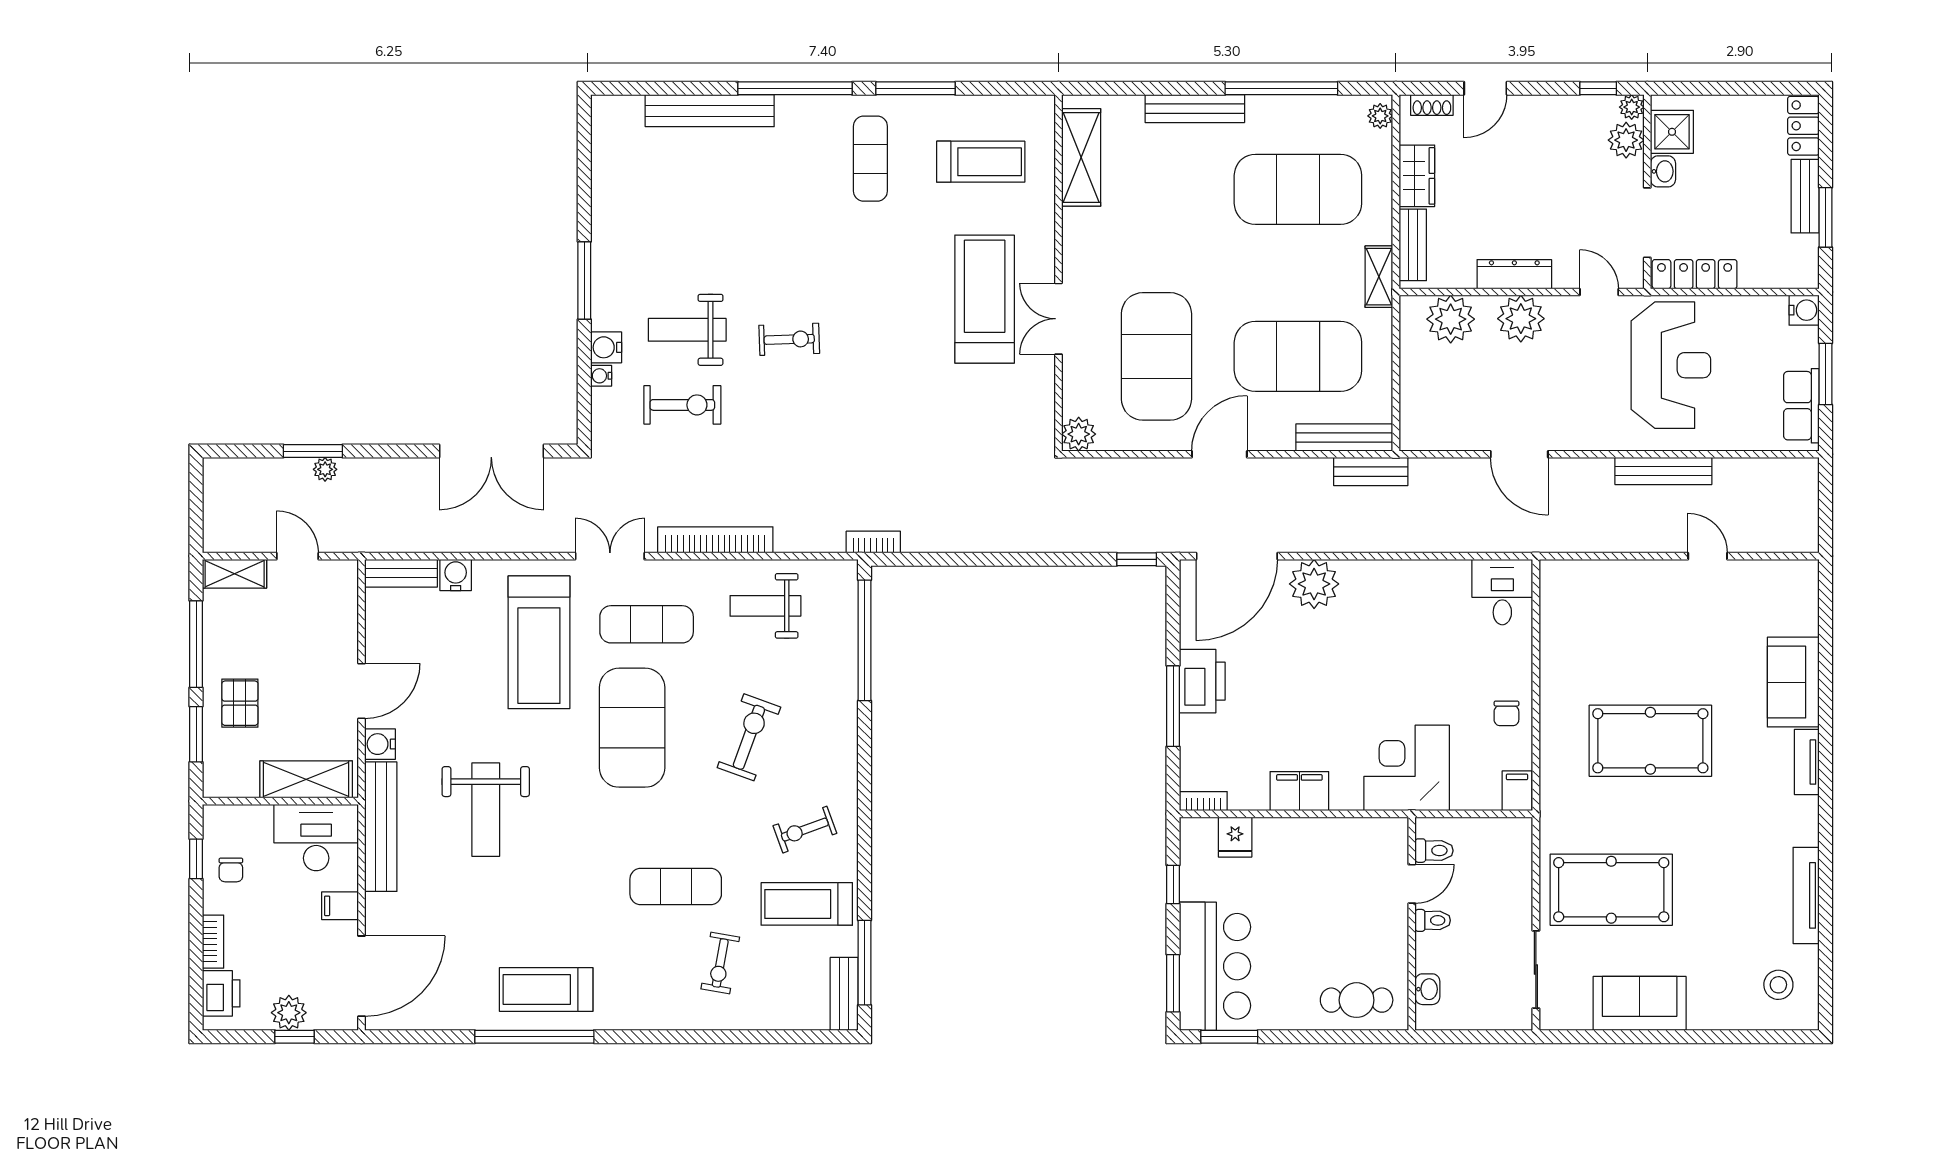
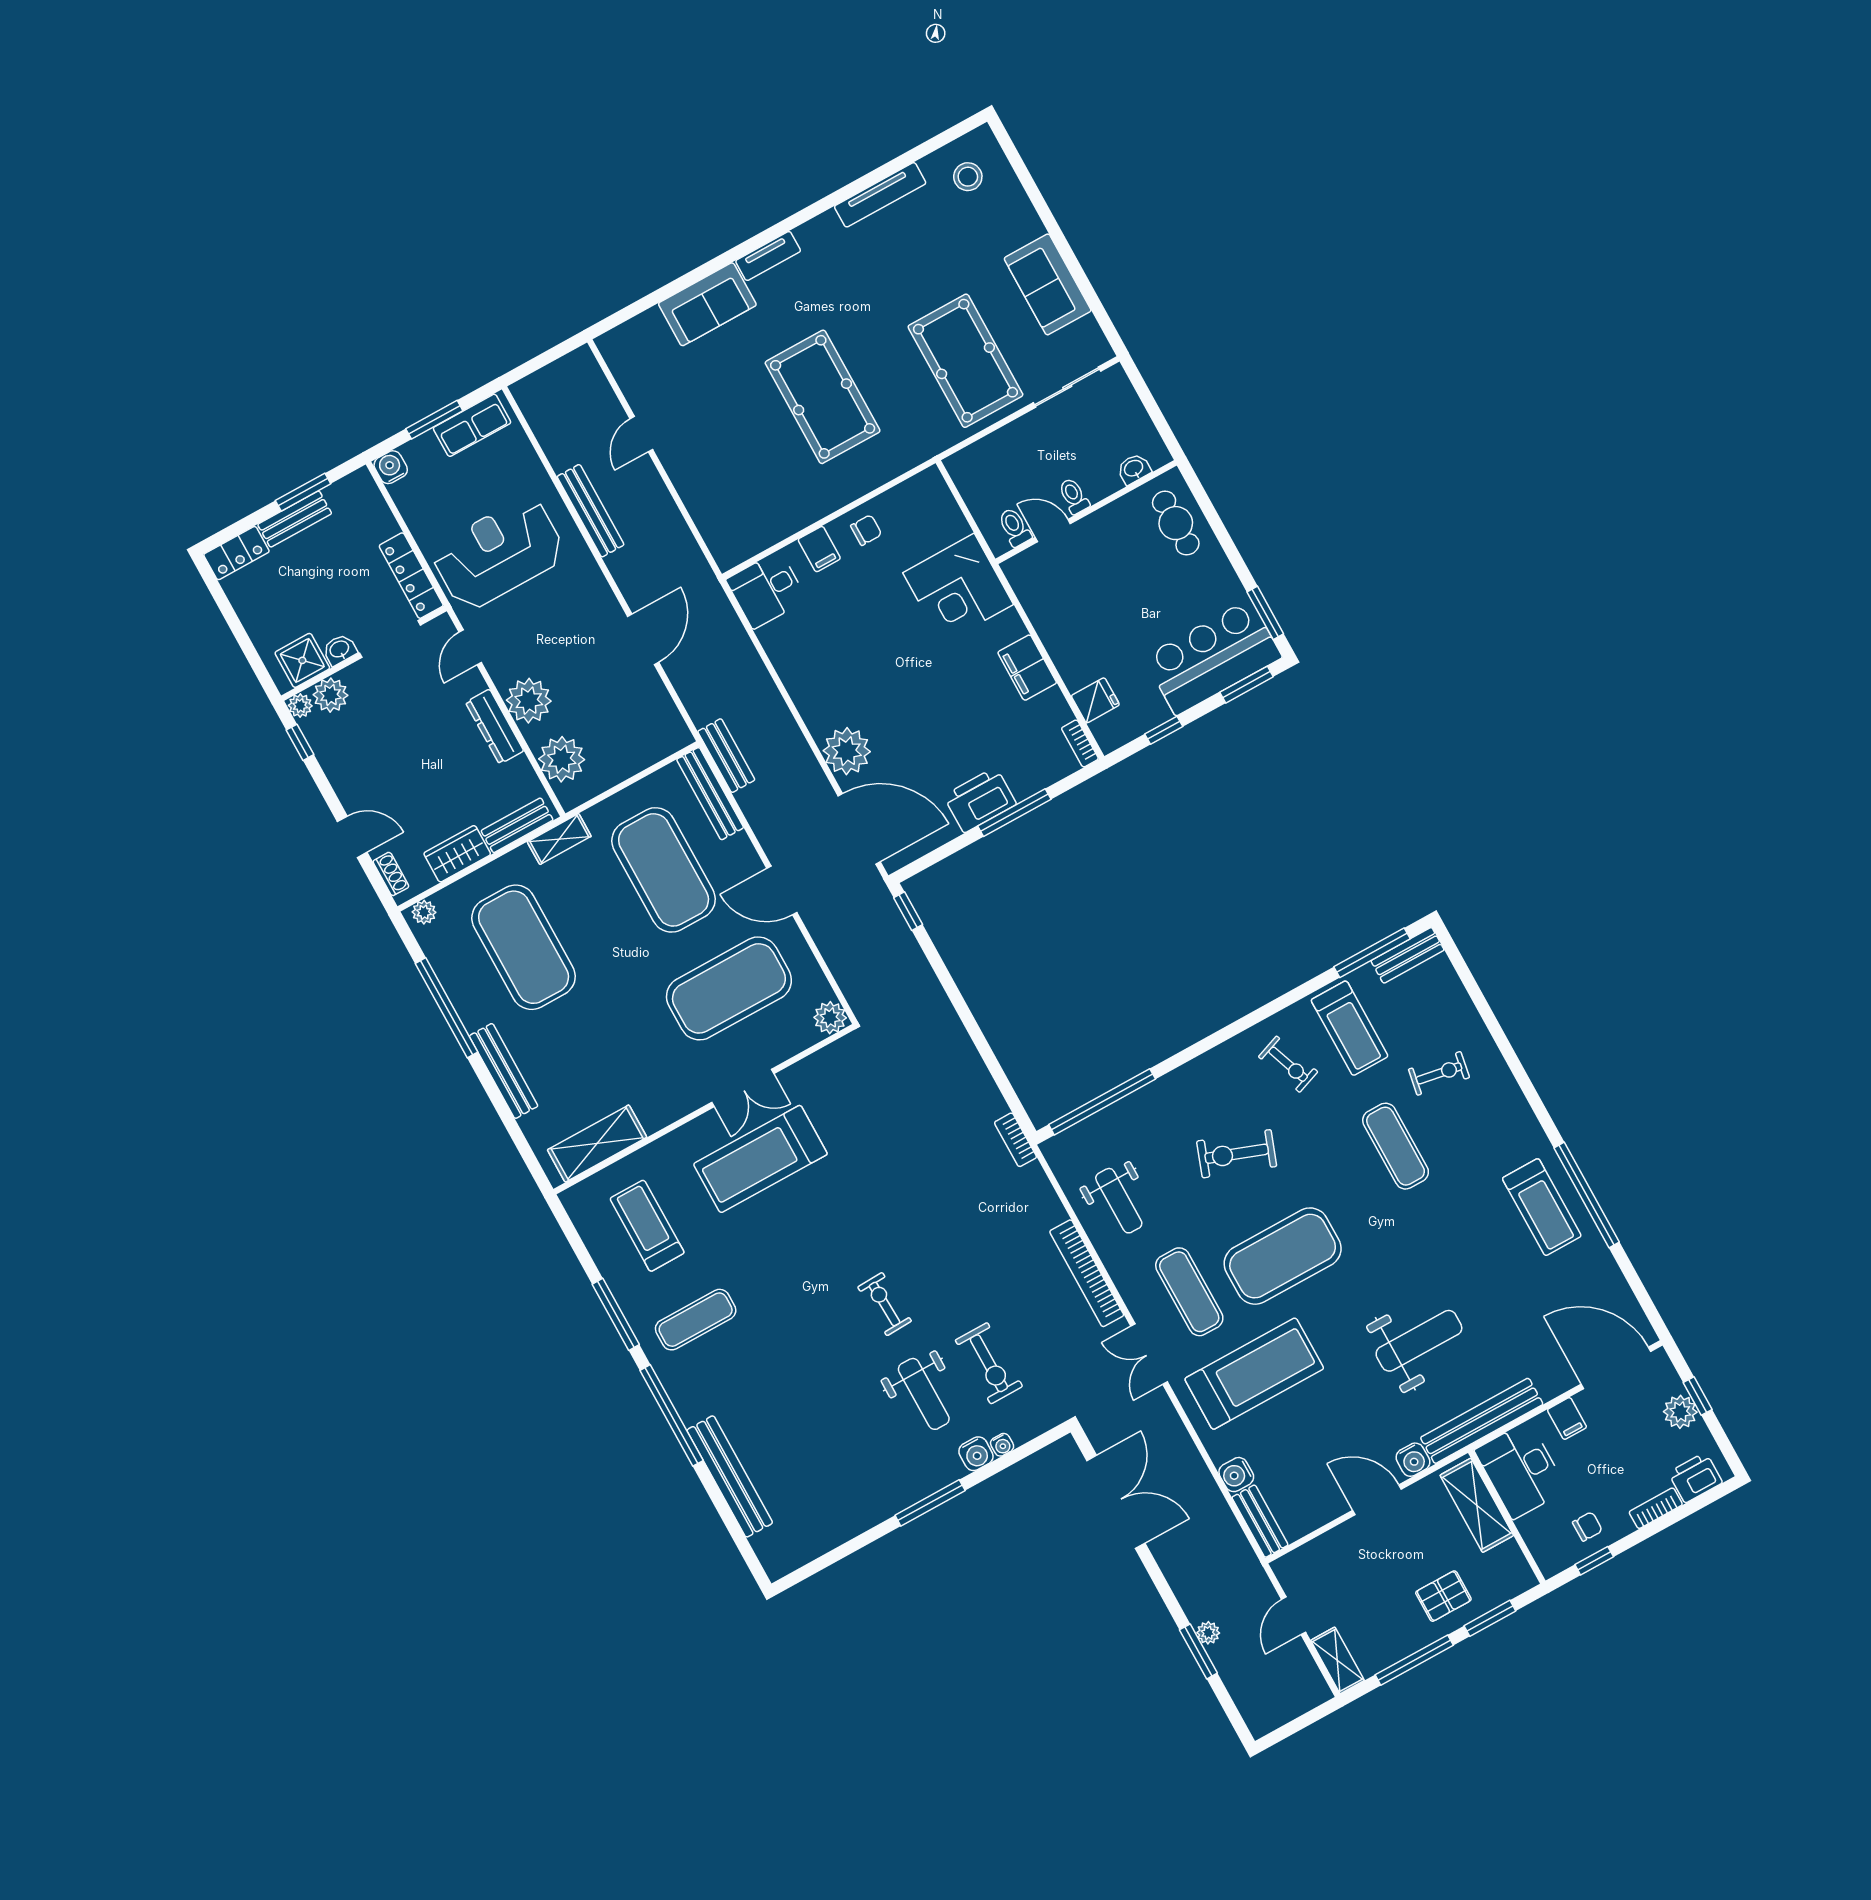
exercise bike: (682, 405) -> (989, 1363), turned 180
filing cabinet: (1517, 791) -> (819, 549), moved, turned -90

